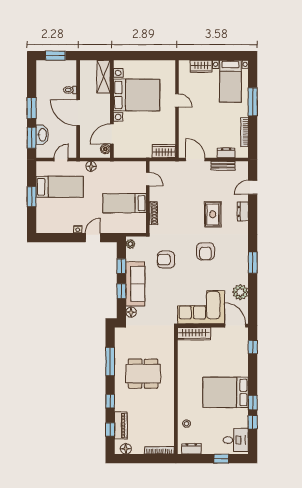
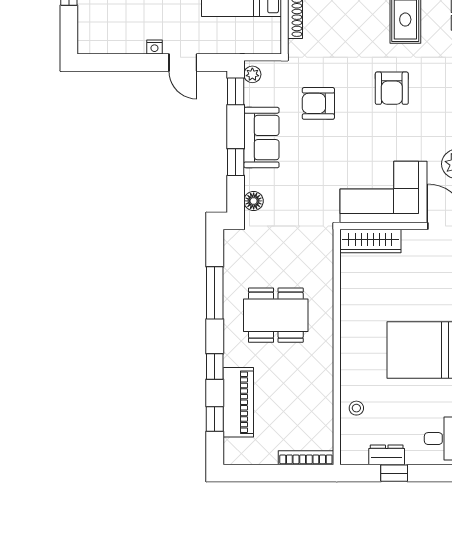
door: (93, 238) -> (183, 62), swing flipped
window: (121, 266) -> (236, 91), moved
sofa: (135, 284) -> (261, 138), width x0.73
piano: (121, 426) -> (238, 402), width x1.37, depth x1.33
floor lamp: (126, 449) -> (244, 455), removed
dresser: (191, 449) -> (387, 455), moved
window: (221, 459) -> (394, 473), moved

